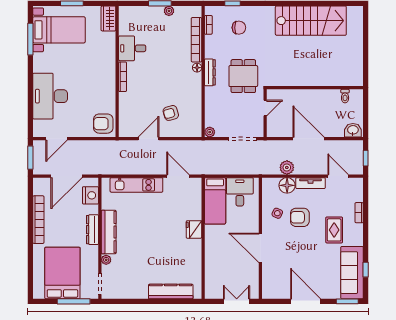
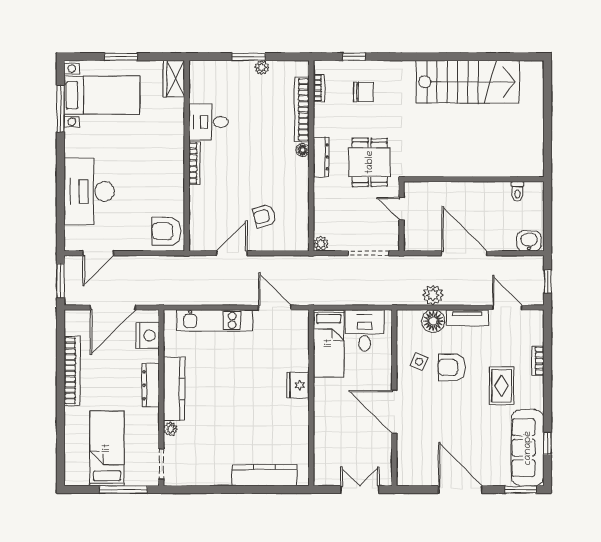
door: (265, 108) -> (402, 209), swing flipped
bed: (62, 273) -> (107, 448), width x0.67

